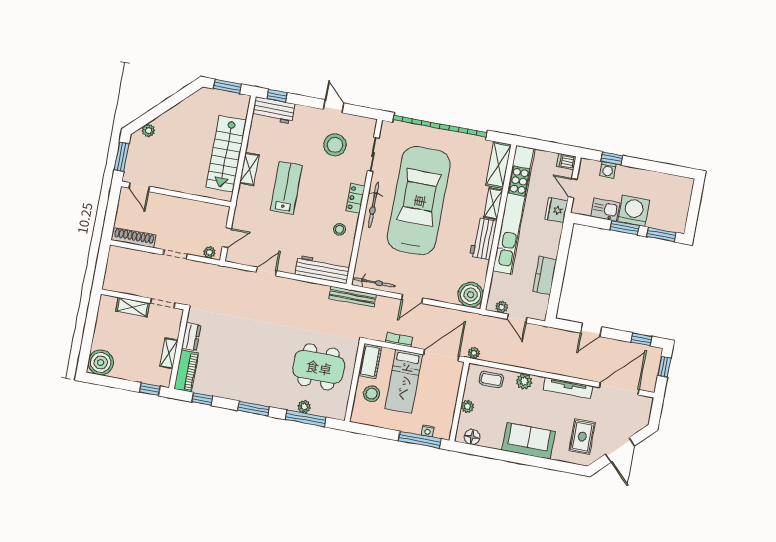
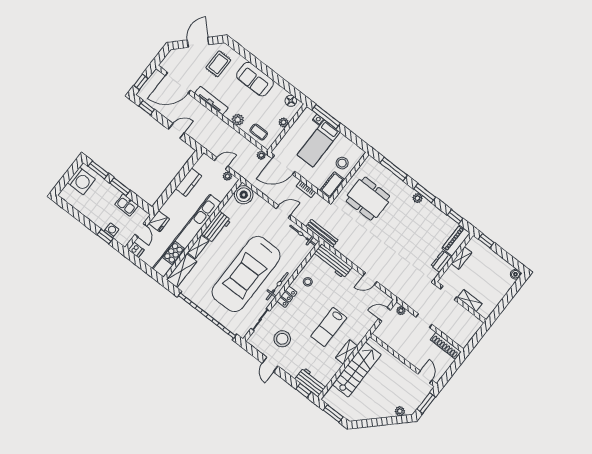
washing machine: (634, 211) -> (81, 181), moved, turned -90
door: (517, 318) -> (221, 163), hinge flipped
boiler: (101, 362) -> (515, 274), width x0.54, depth x0.54
bed: (404, 381) -> (319, 143), moved, turned 180
plant: (304, 407) -> (418, 198), moved

